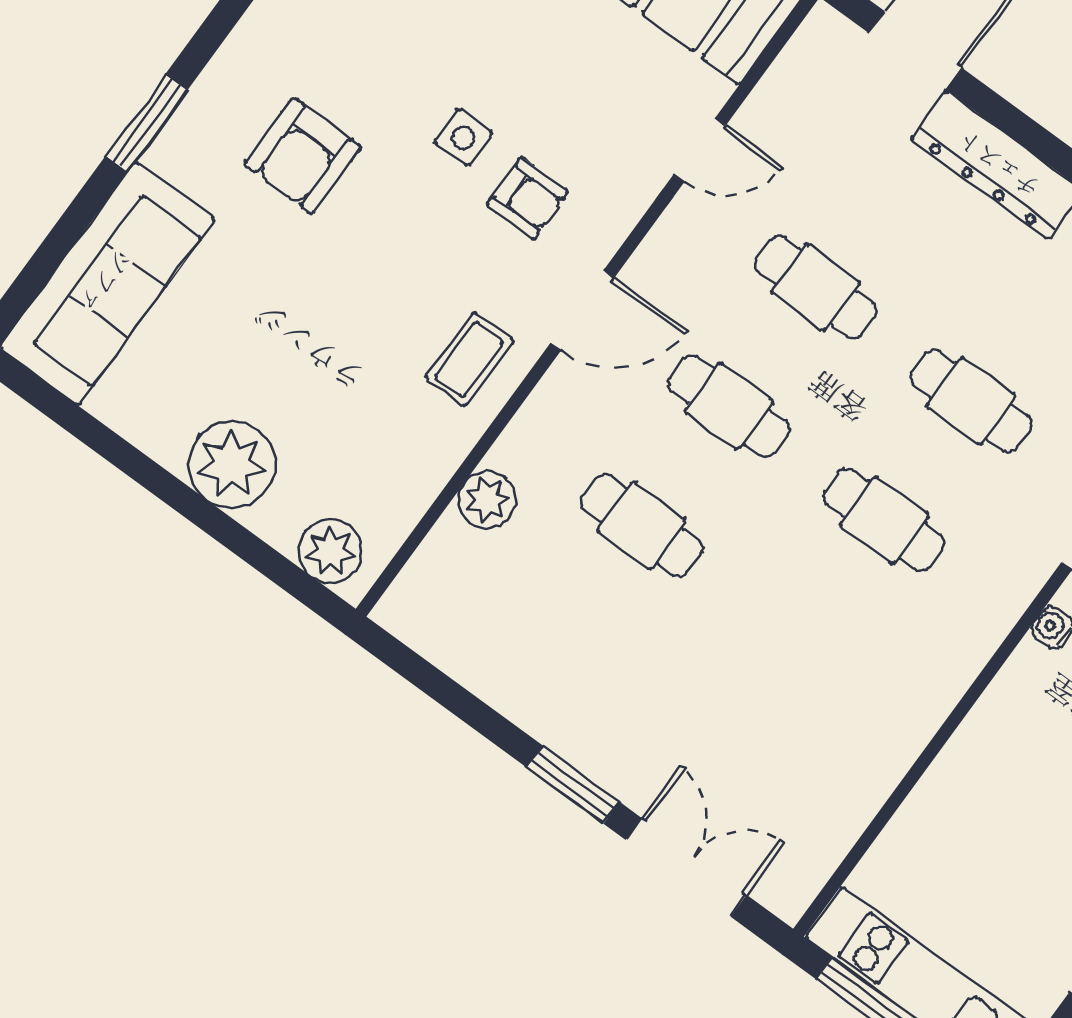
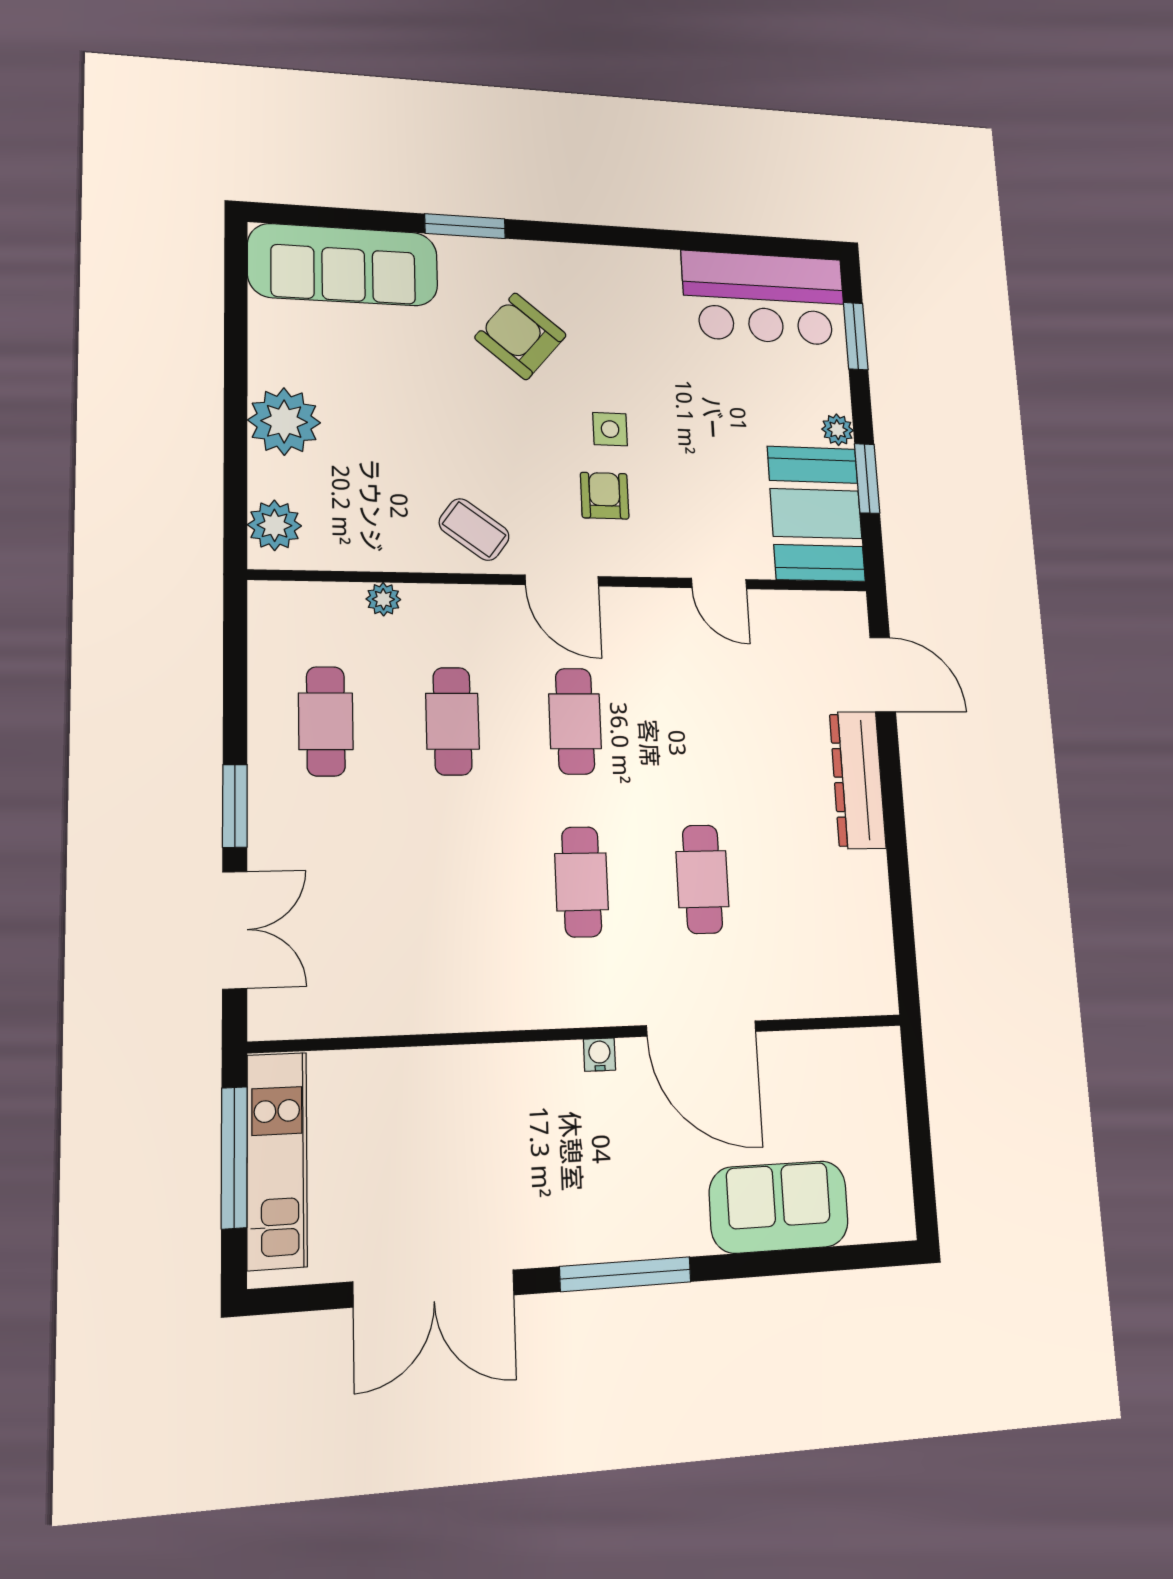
armchair: (303, 156) -> (521, 336), turned 40
armchair: (527, 198) -> (605, 496), turned 180
cafe table: (816, 287) -> (326, 721), moved
coffee table: (469, 359) -> (474, 529), turned 36
plant: (487, 500) -> (383, 599), width x0.73, depth x0.73

